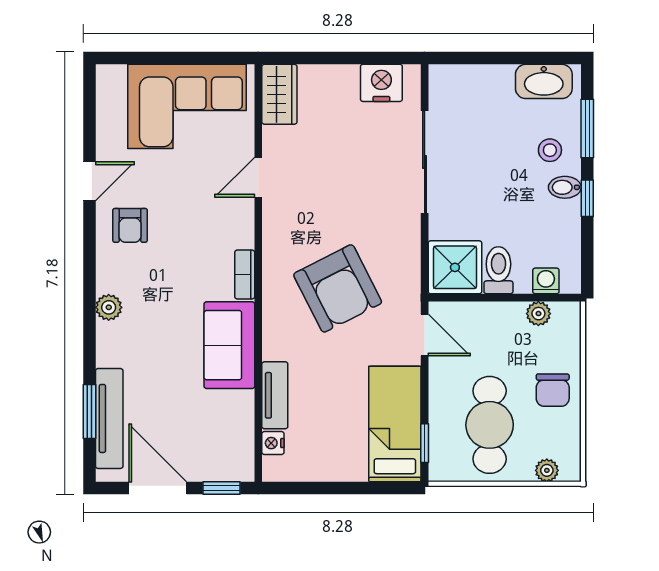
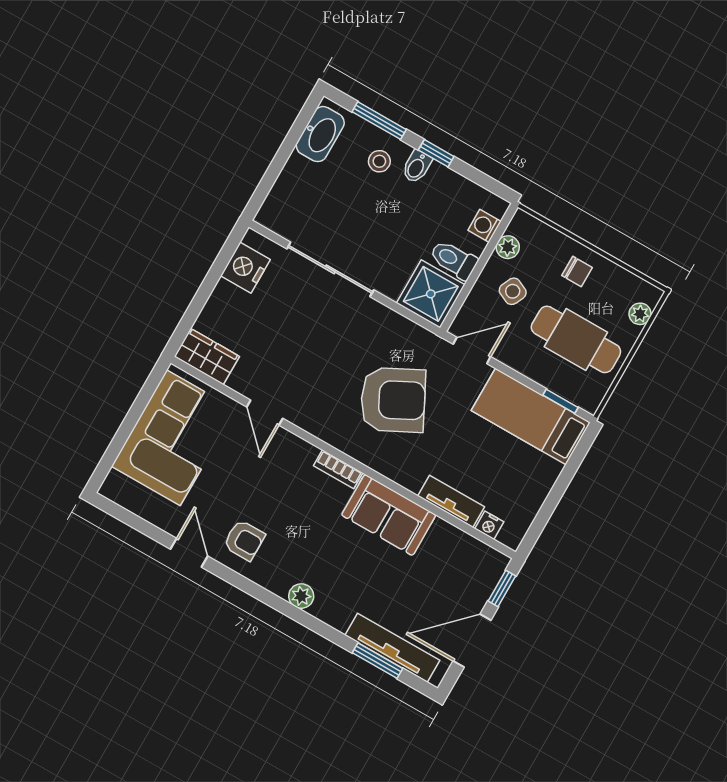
side table: (501, 341) -> (513, 291), added
chair: (553, 390) -> (577, 271), width x0.73, depth x0.73

